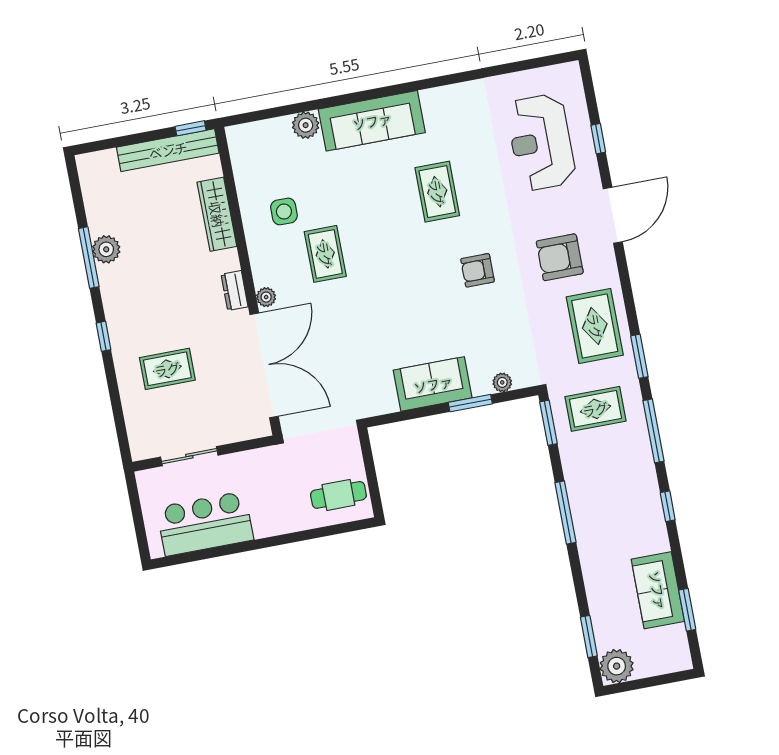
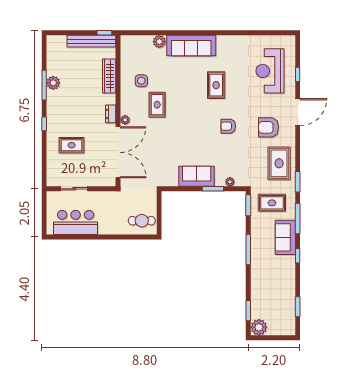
sofa: (658, 590) -> (285, 237), moved

